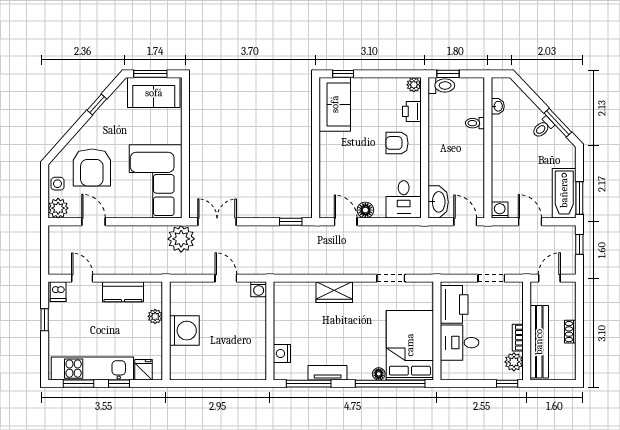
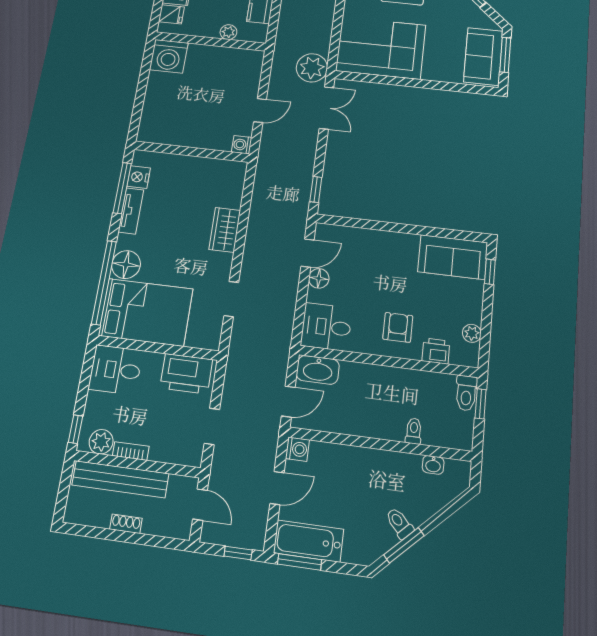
plant: (414, 85) -> (472, 333), moved
washing machine: (184, 331) -> (169, 56), moved
desk: (460, 343) -> (115, 370), moved, turned -90
nightstand: (282, 354) -> (139, 177), moved, turned -90
floor lamp: (379, 374) -> (126, 265), width x1.89, depth x1.89

